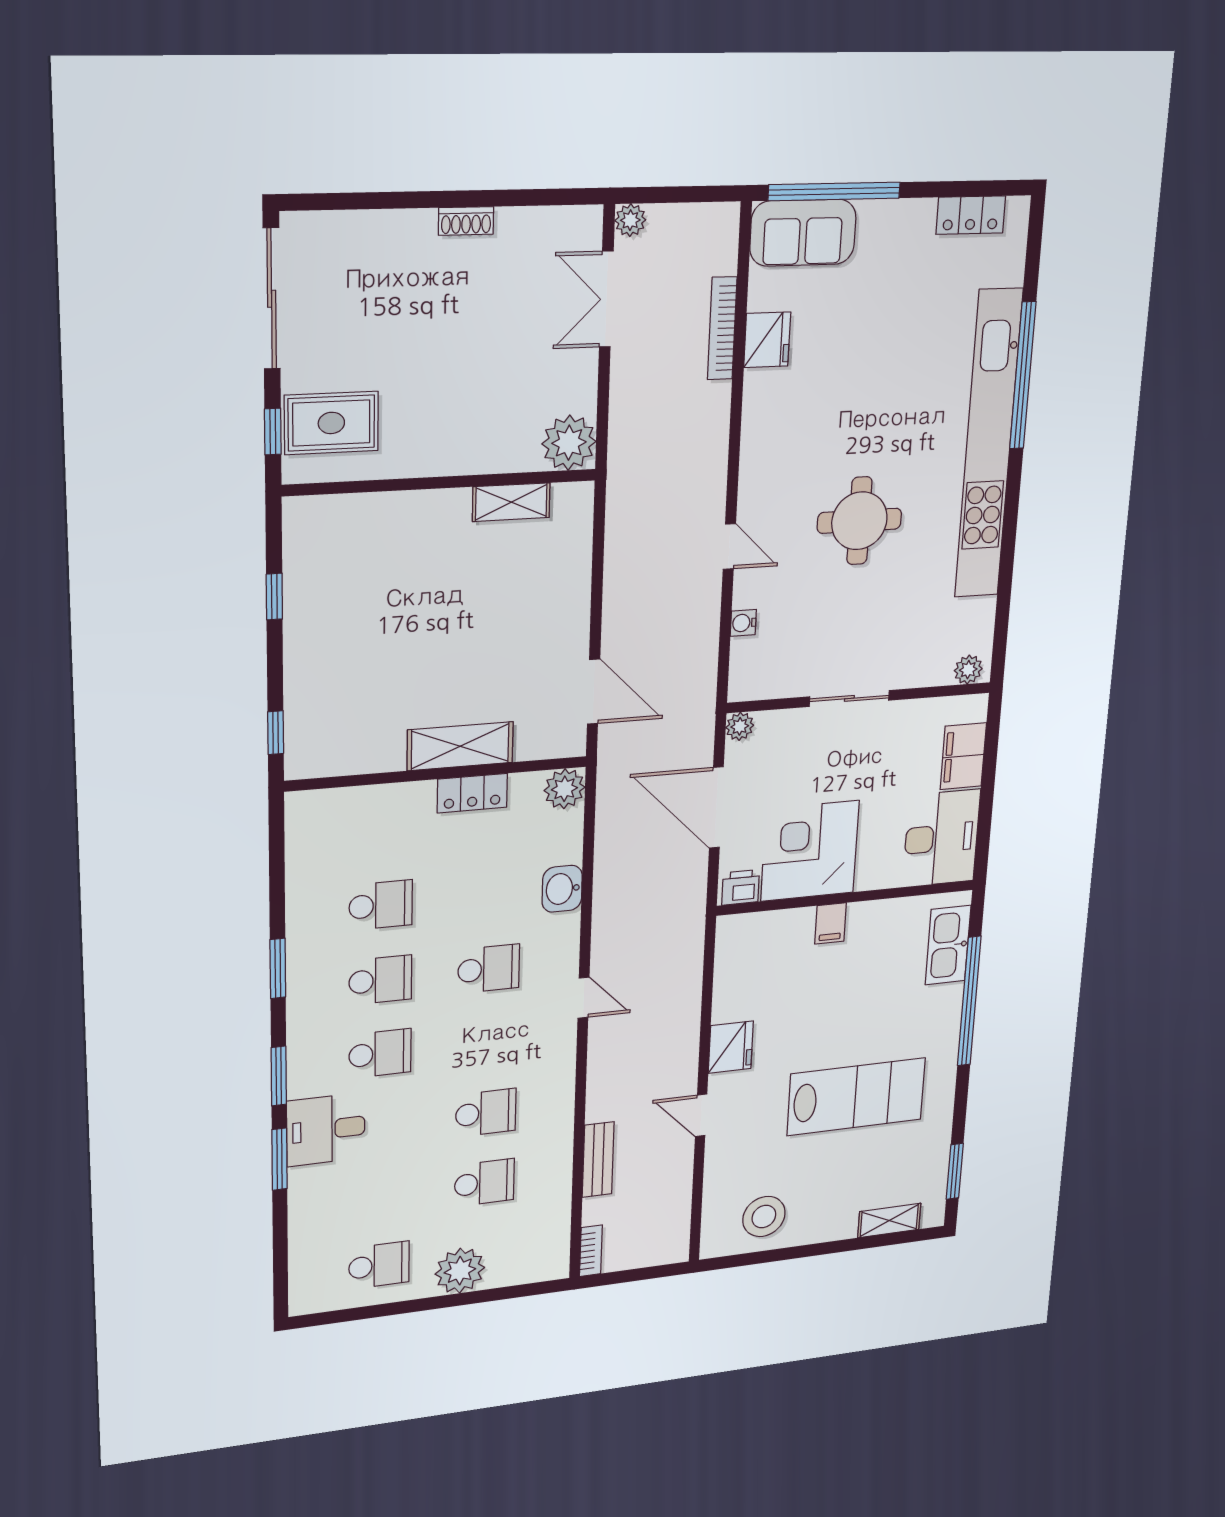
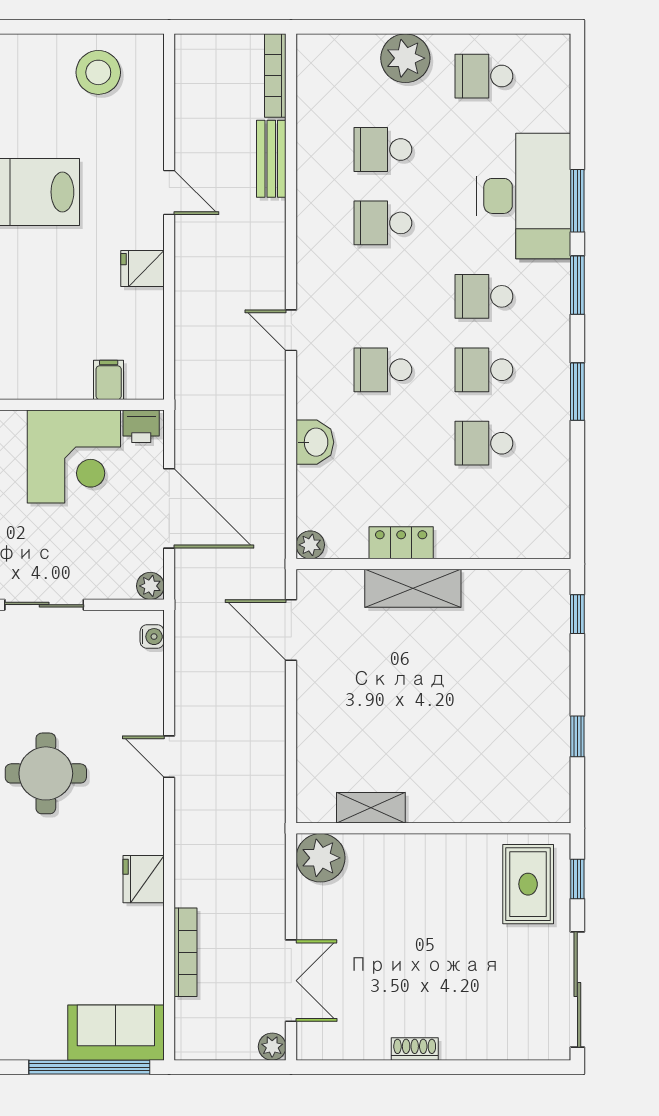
fridge: (767, 340) -> (144, 879), moved
rug: (331, 423) -> (528, 884), turned 90
water cooler: (743, 623) -> (152, 637), moved
plant: (564, 789) -> (310, 545), width x0.73, depth x0.73
filing cabinet: (831, 923) -> (109, 380), moved
fridge: (731, 1047) -> (142, 269), width x0.72
desk: (326, 1130) -> (523, 196), width x1.87, depth x1.30
bookcase: (591, 1251) -> (275, 76), width x1.56

